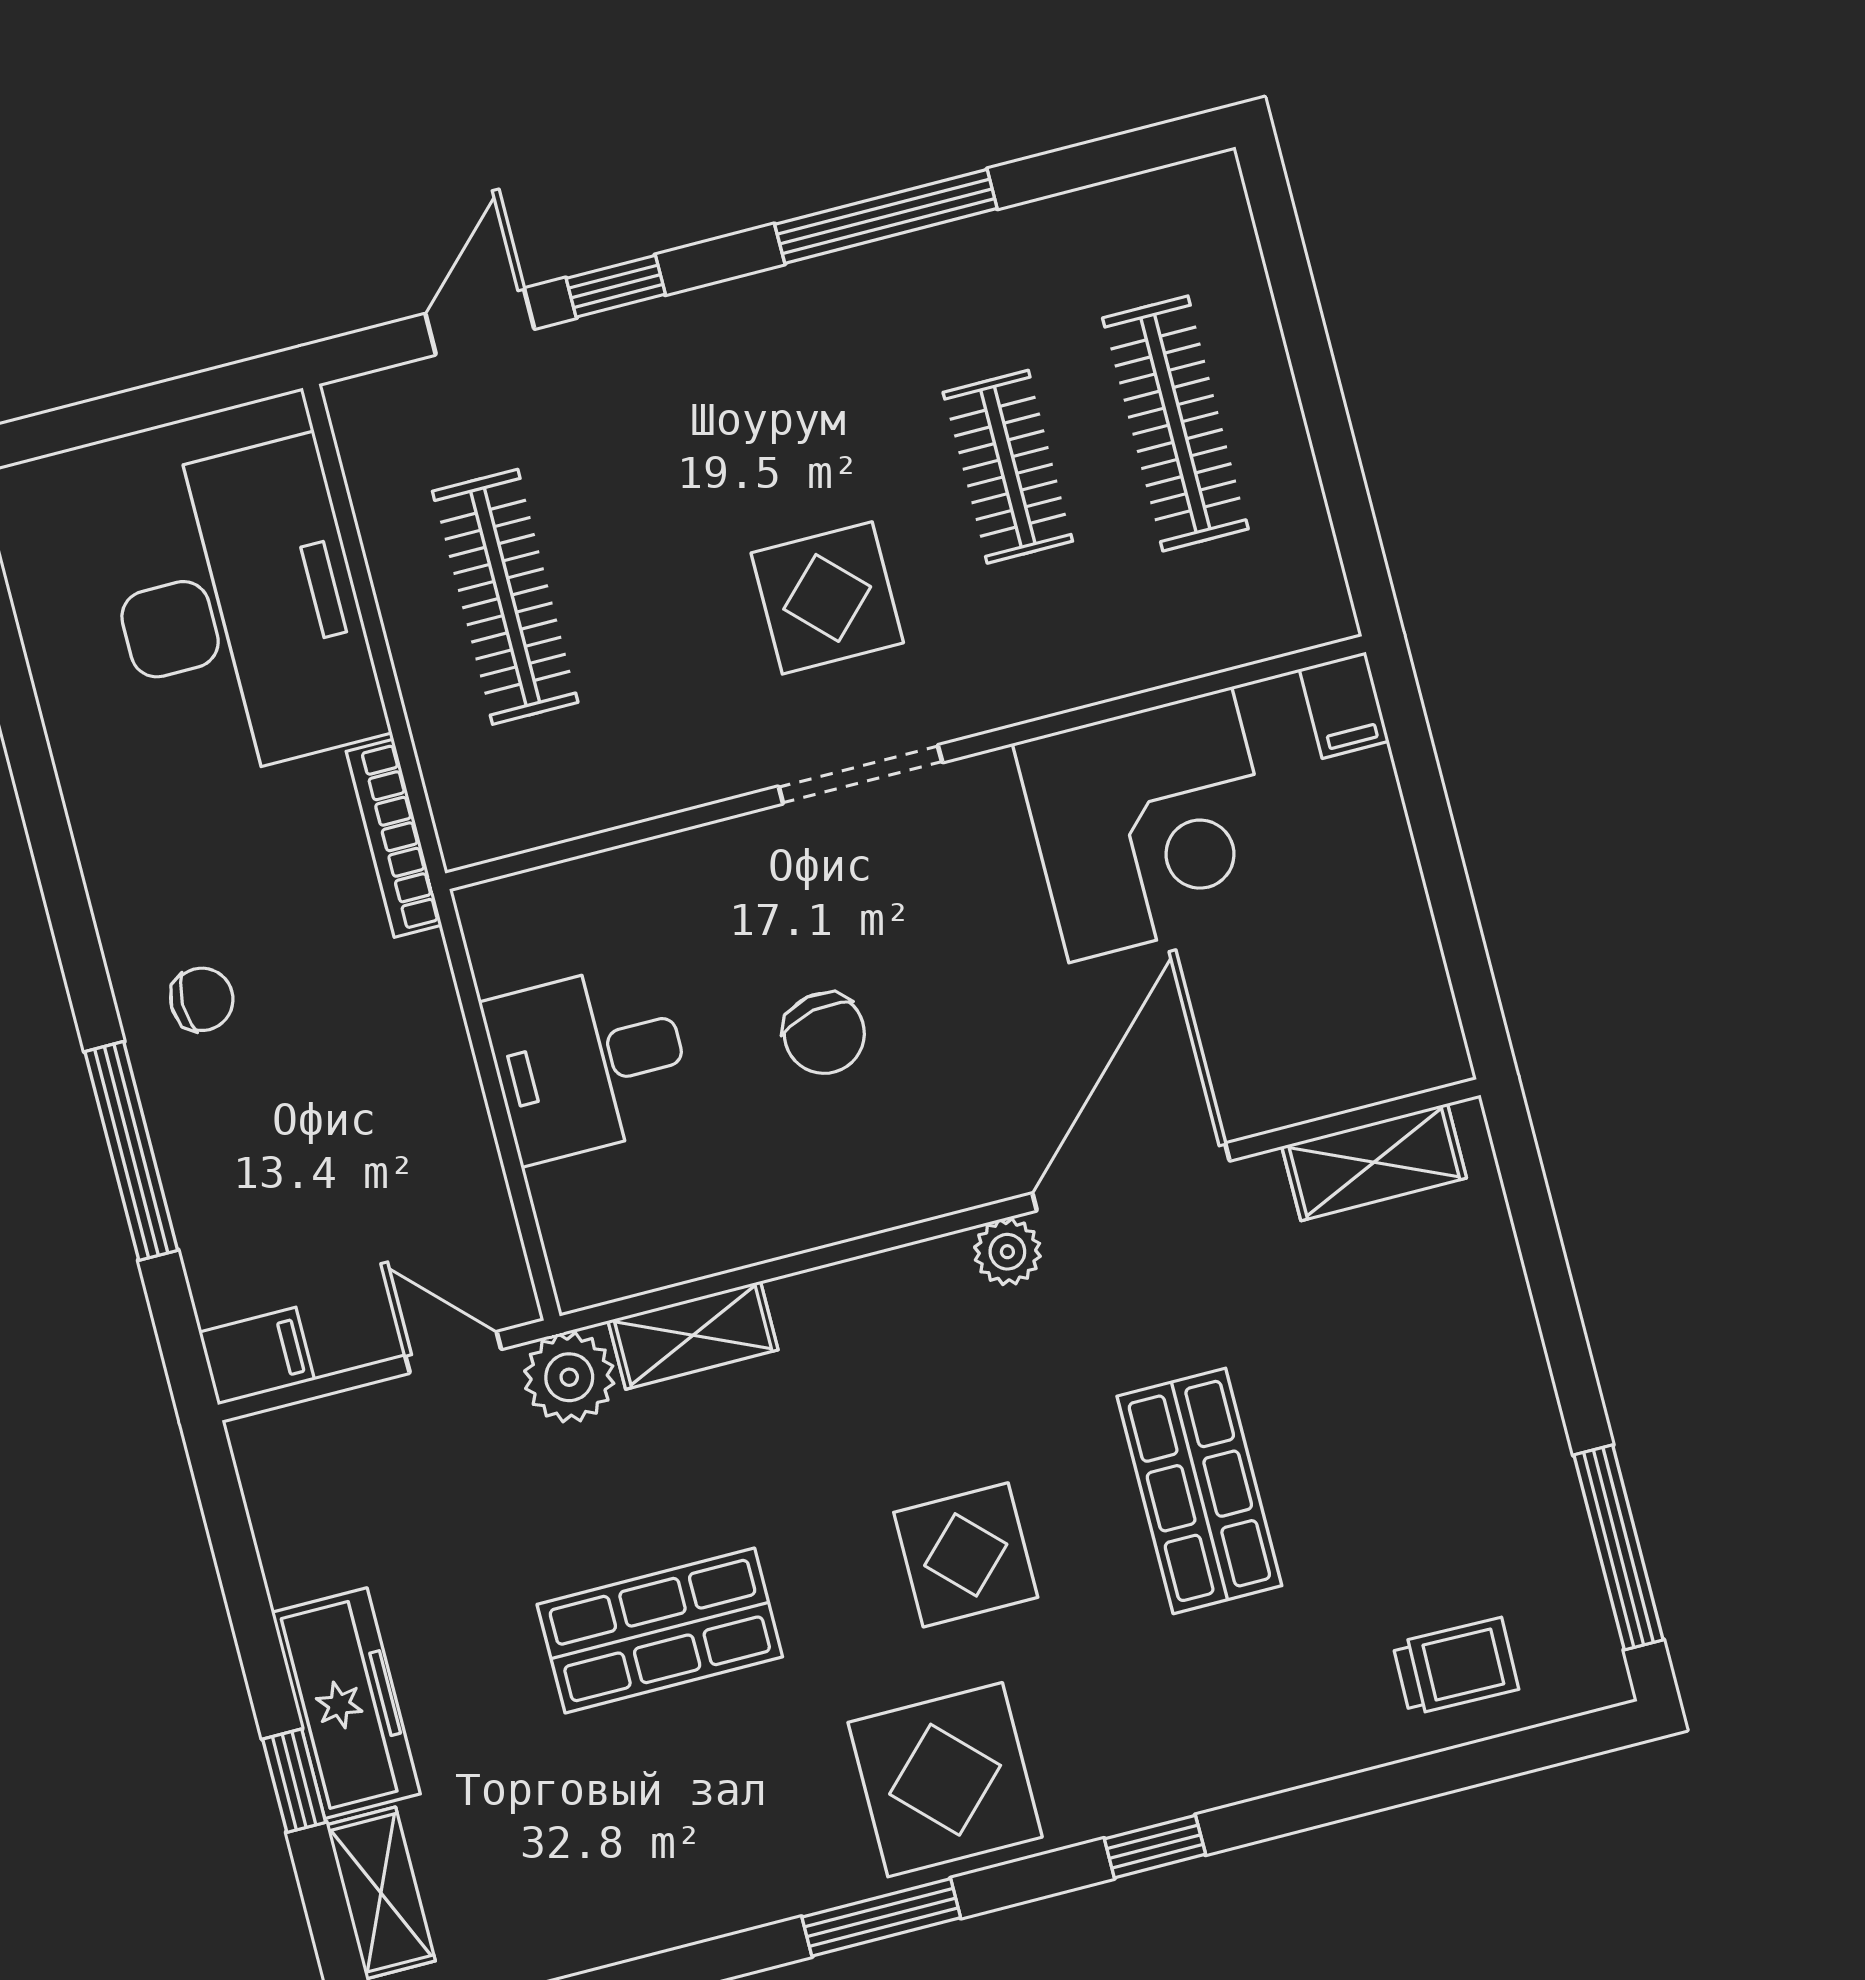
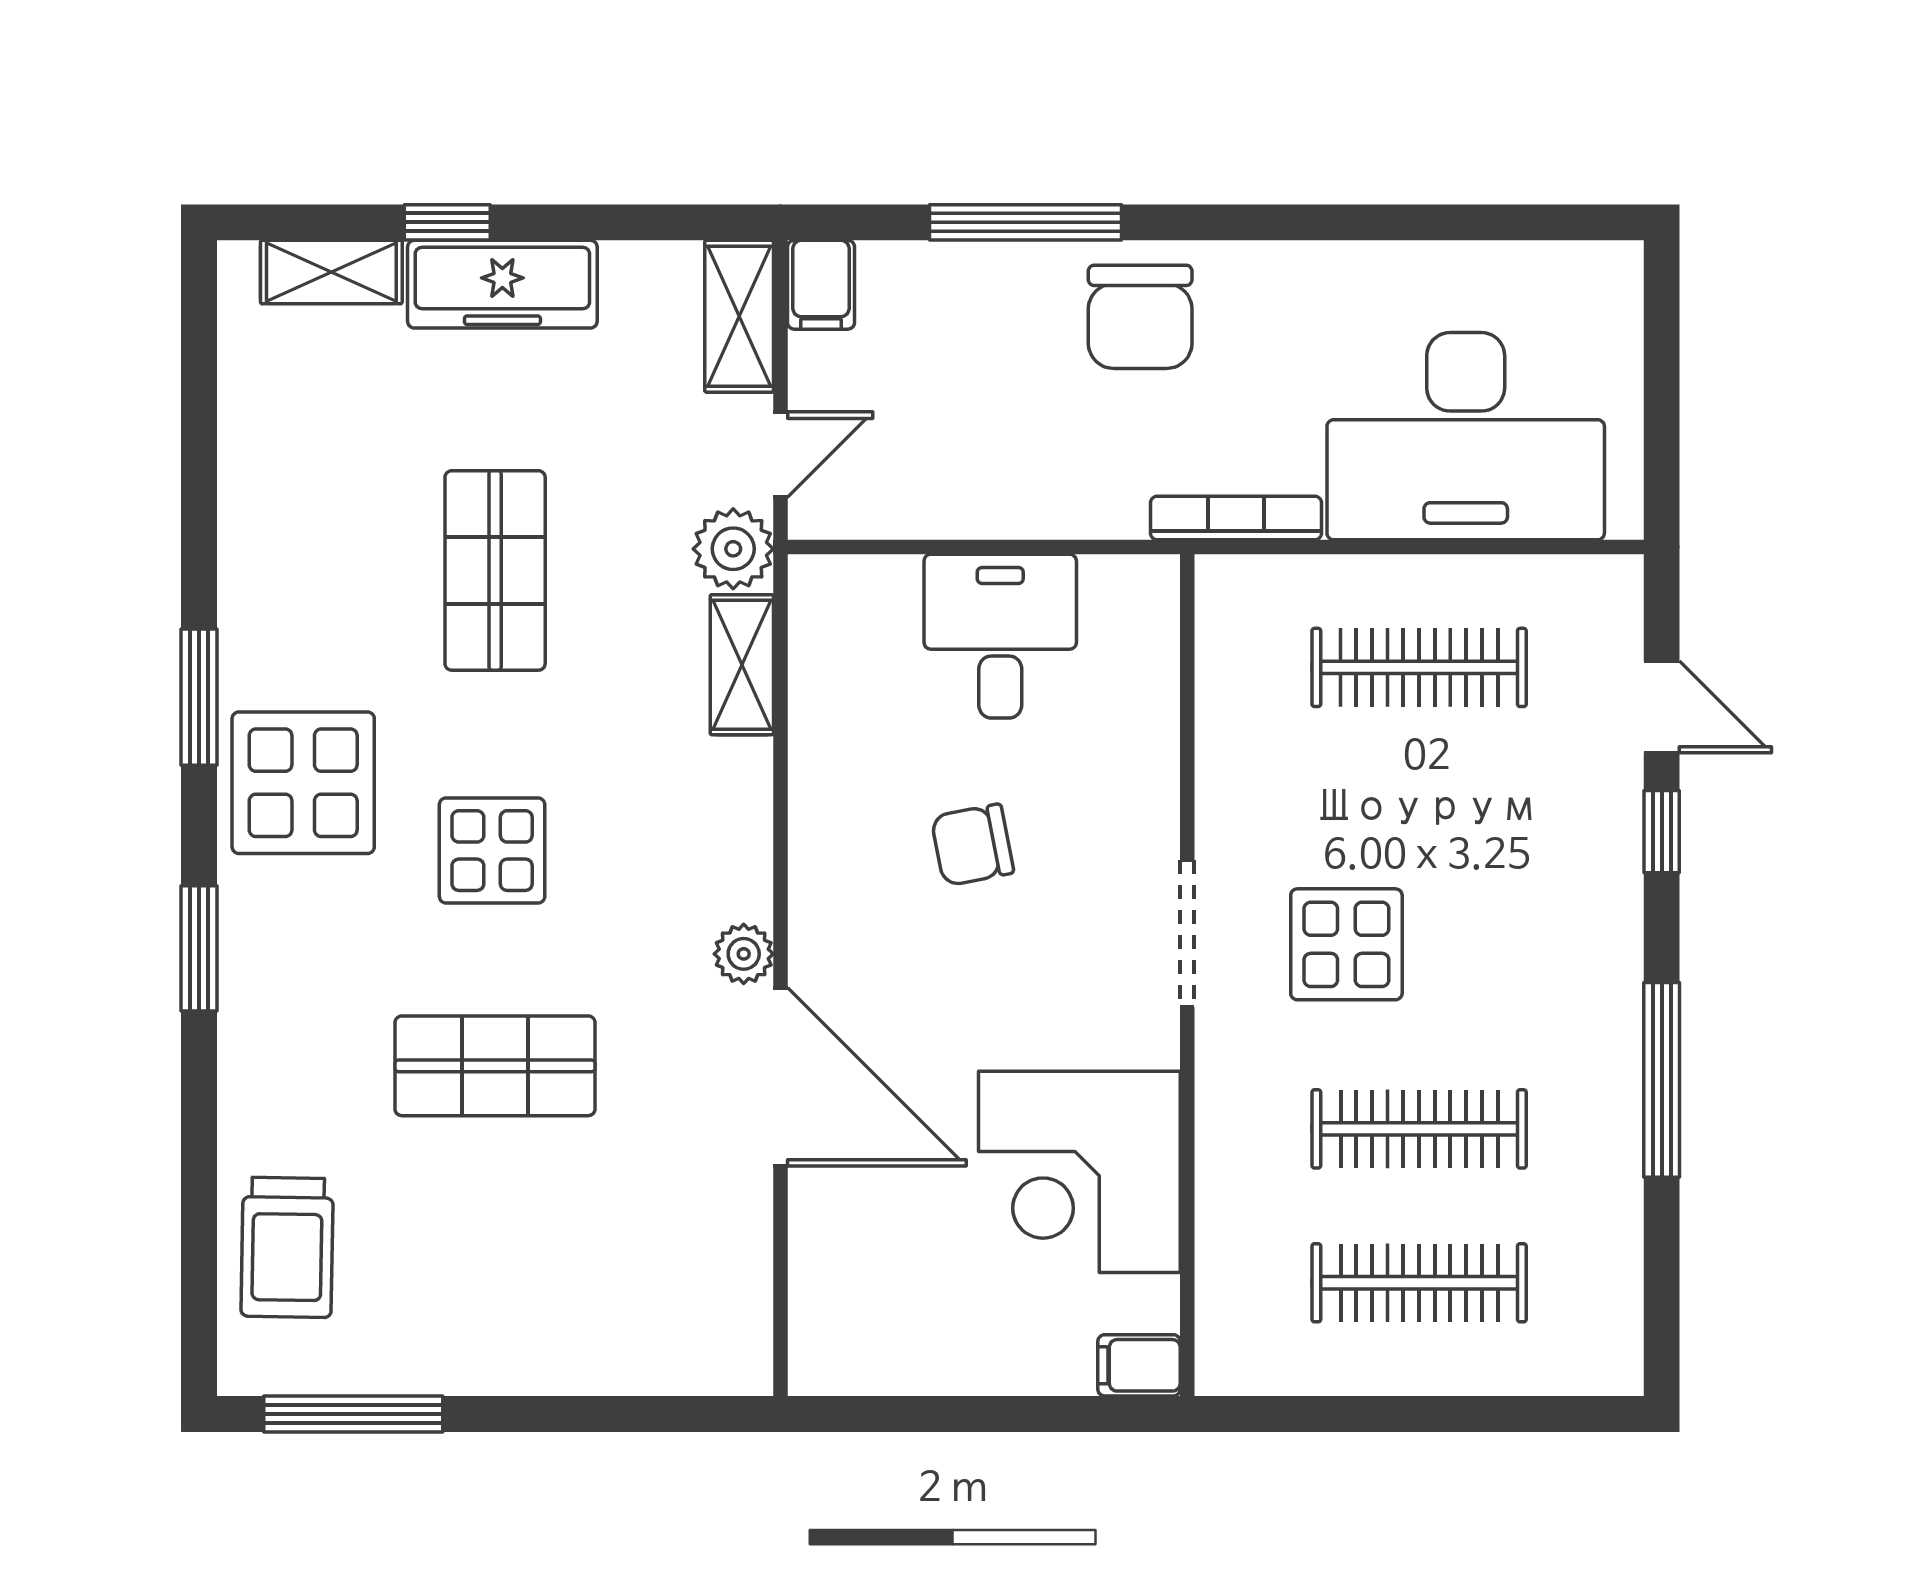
clothes rail: (1008, 467) -> (1419, 1129), width x1.36
chair: (202, 999) -> (1140, 317), width x1.87, depth x1.87
shelving: (1374, 1162) -> (739, 316), moved
trolley: (1456, 1666) -> (287, 1247), width x1.36, depth x1.39
window: (1155, 1847) -> (199, 948), width x1.50

